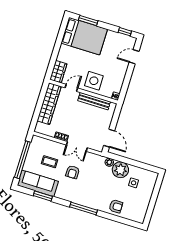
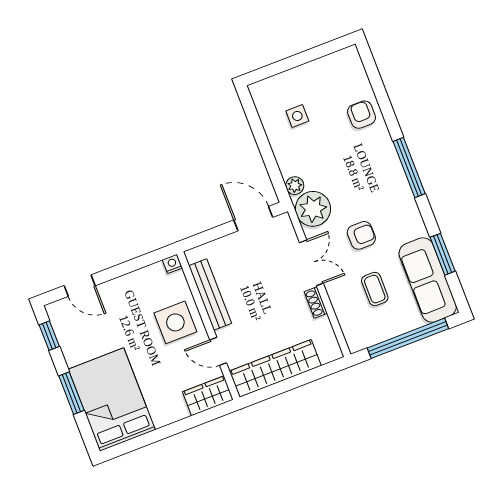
window: (88, 20) -> (71, 393), moved
door: (109, 138) -> (253, 219), hinge flipped
plant: (120, 170) -> (313, 209), moved

